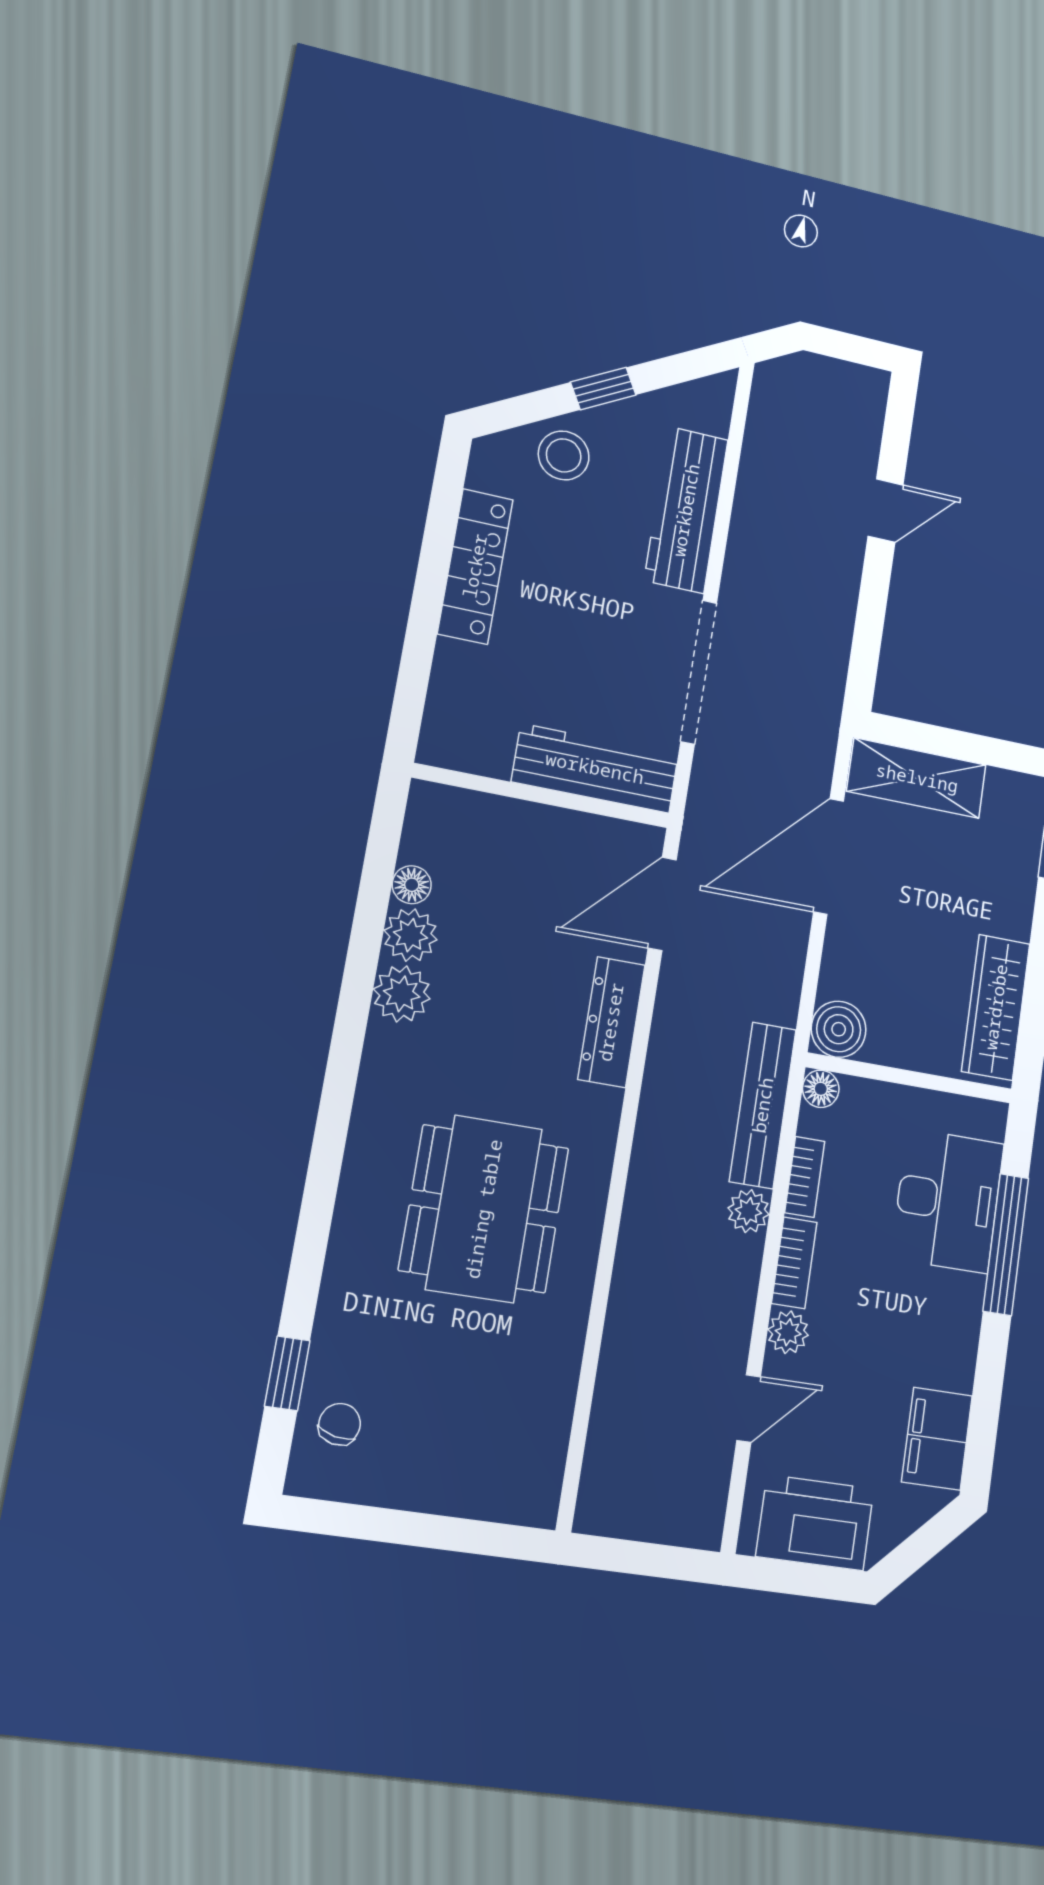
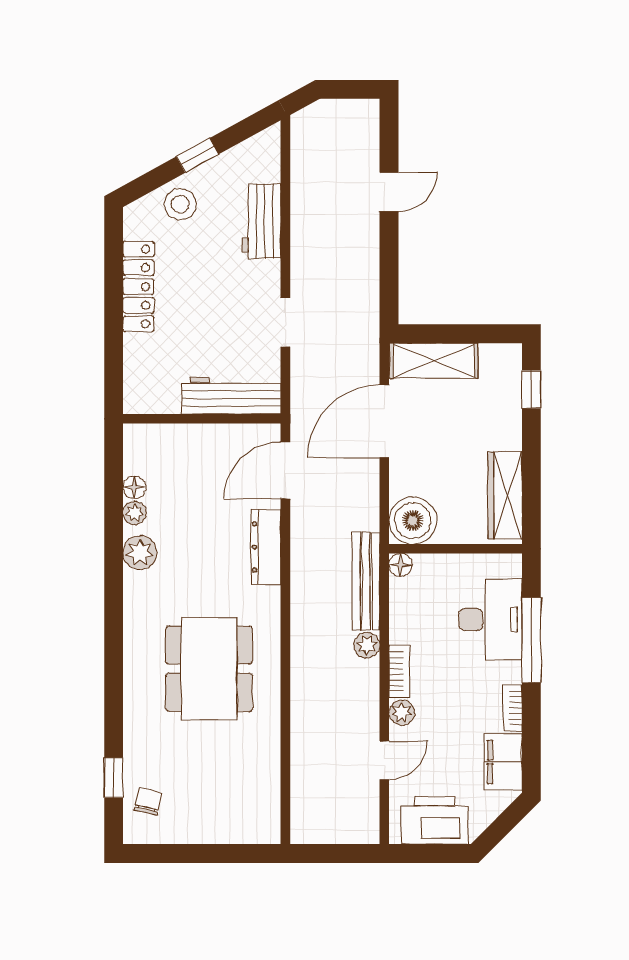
workbench: (686, 510) -> (261, 221), width x0.73
doorway: (699, 672) -> (285, 322), width x0.53
plant: (410, 935) -> (135, 513), width x0.73, depth x0.73
boiler: (839, 1029) -> (413, 520), width x1.37, depth x1.37
bookcase: (805, 1177) -> (513, 708), moved, turned 180

